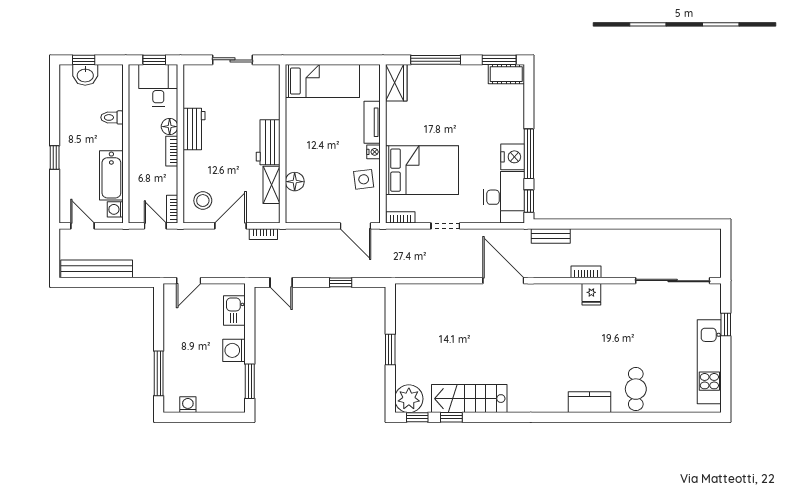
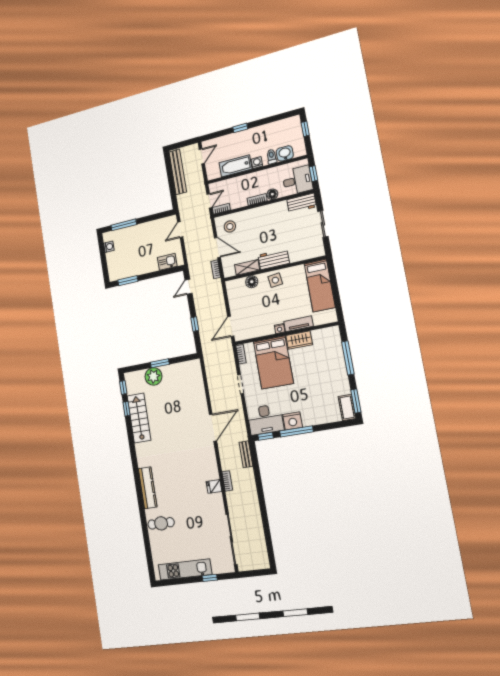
washbasin: (85, 75) -> (285, 153), moved, turned 90
wardrobe: (396, 83) -> (299, 340), moved
workbench: (194, 129) -> (302, 203), moved
side table: (364, 179) -> (275, 280), moved
washing machine: (115, 209) -> (257, 163), moved
door: (189, 281) -> (180, 230), hinge flipped
washing machine: (234, 350) -> (144, 267), removed
plant: (409, 399) -> (153, 376), moved
kitchen counter: (589, 402) -> (148, 488), width x1.50

